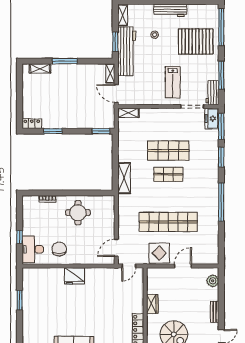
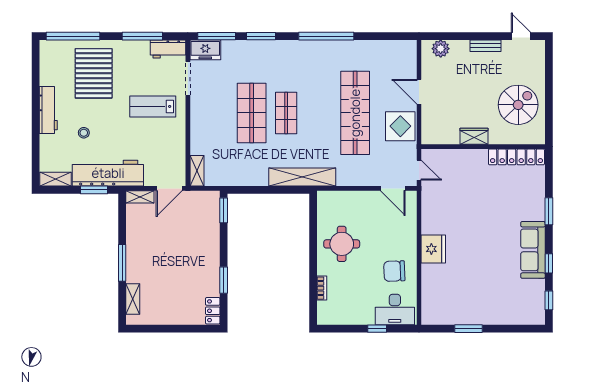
lab bench: (173, 82) -> (153, 106), turned 180
shelving: (124, 178) -> (302, 177), width x1.47

